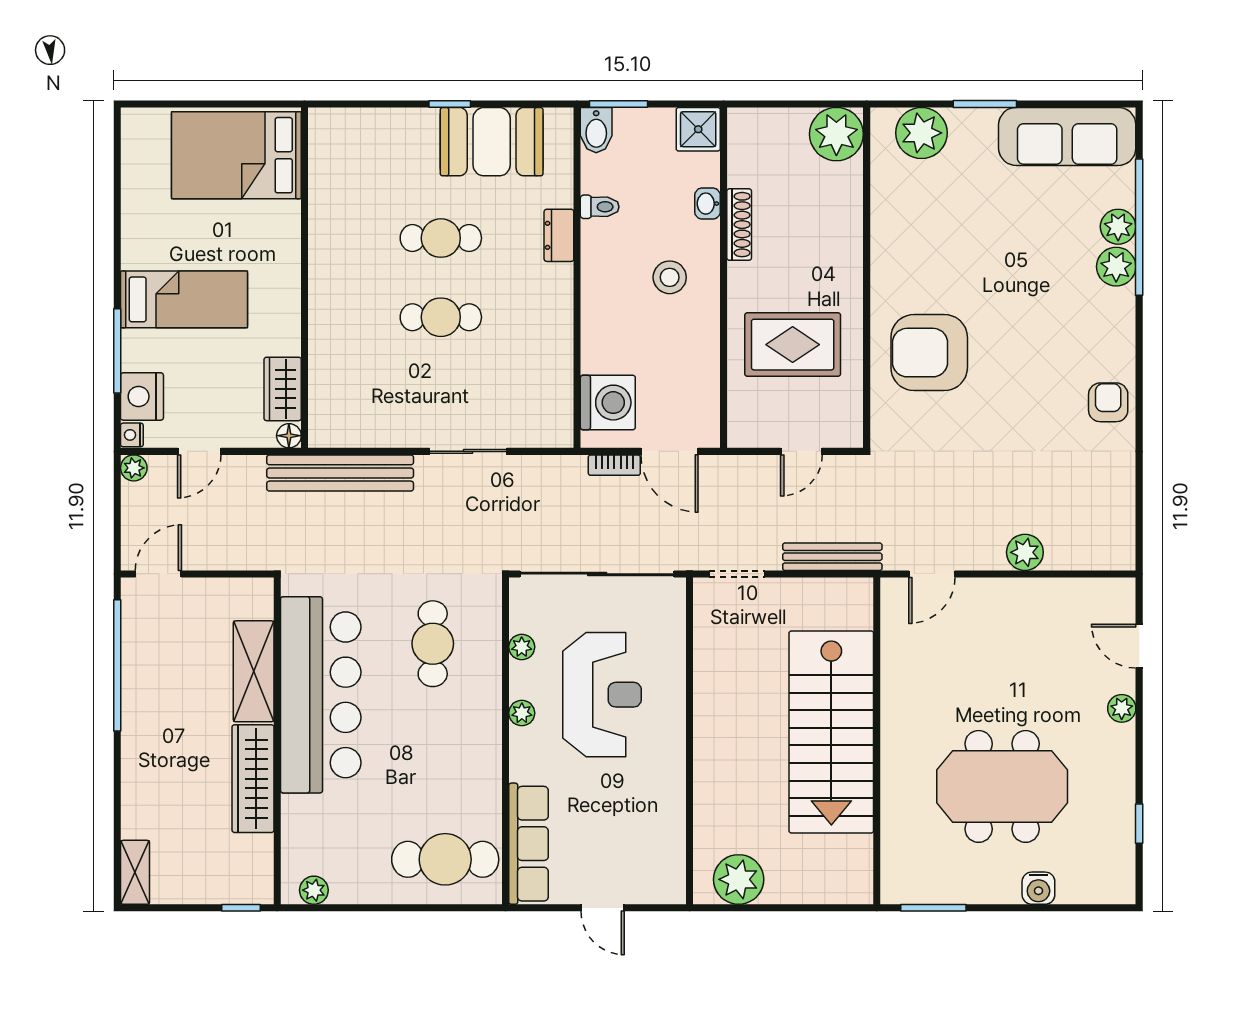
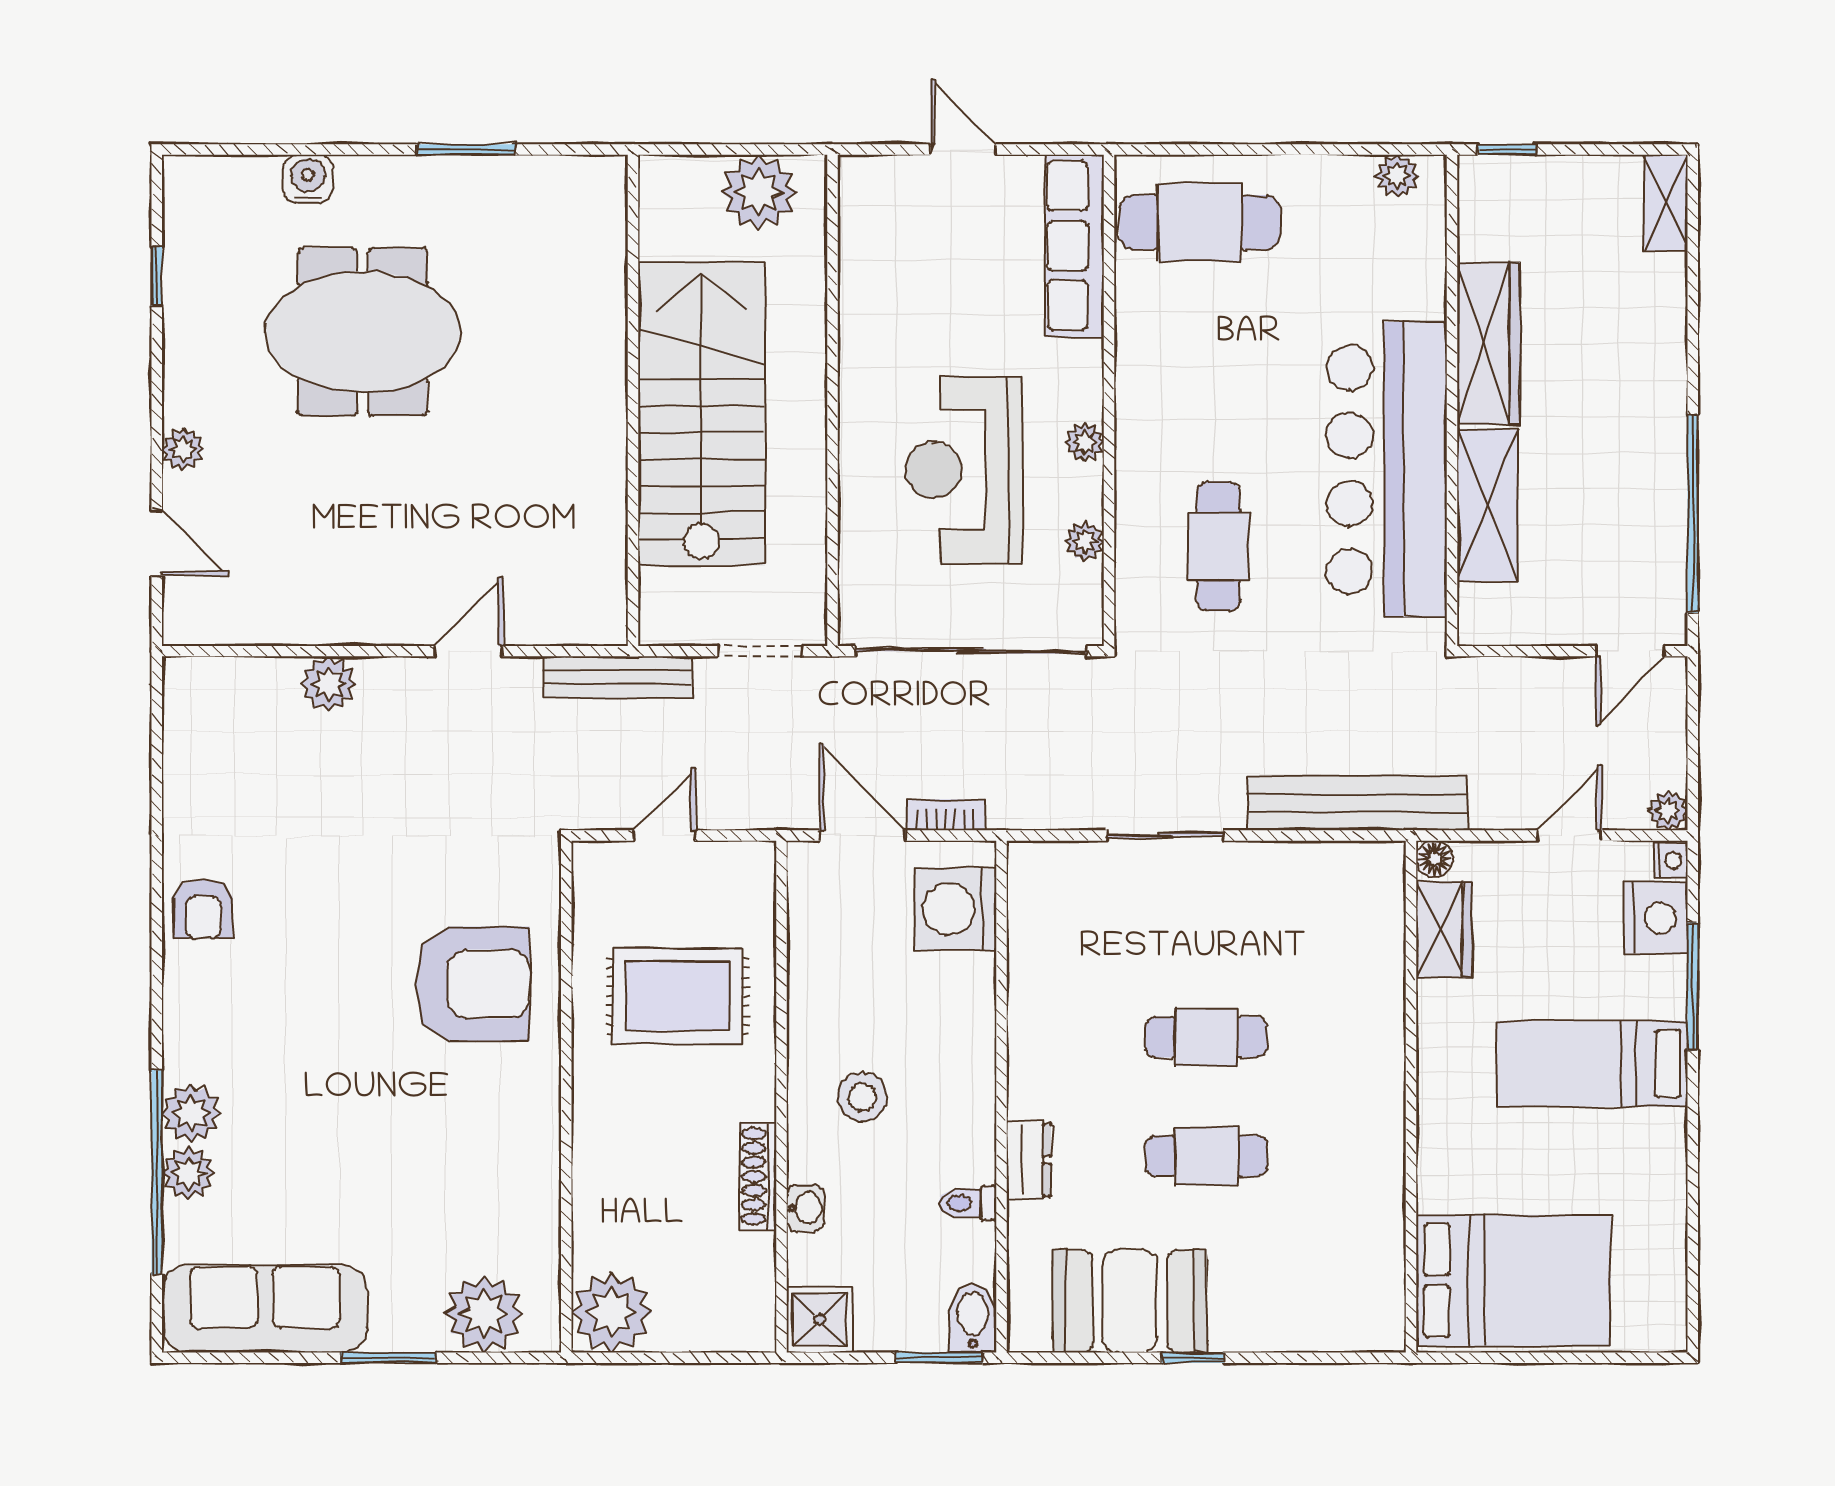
stairs: (831, 732) -> (701, 414), moved
wall: (877, 741) -> (633, 400), moved

